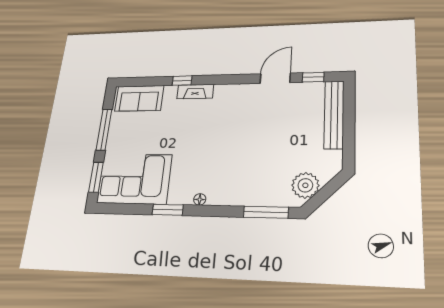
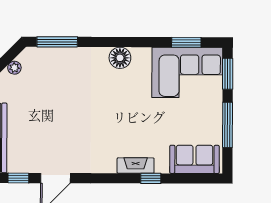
plant: (305, 185) -> (14, 68), width x0.53, depth x0.53
floor lamp: (200, 199) -> (120, 58), width x1.89, depth x1.89
window: (168, 210) -> (186, 42), moved

